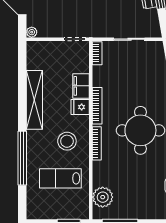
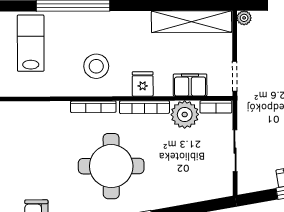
filing cabinet: (81, 86) -> (190, 85), moved
shelving: (34, 100) -> (191, 22), moved
lab bench: (60, 178) -> (31, 43), moved
plant: (103, 197) -> (185, 114), moved

